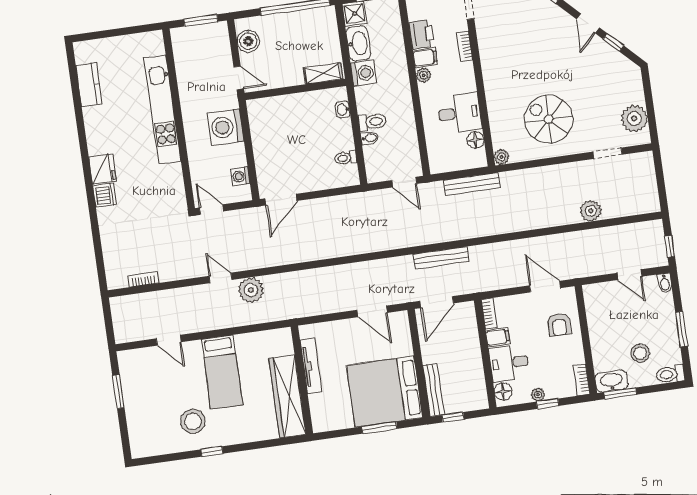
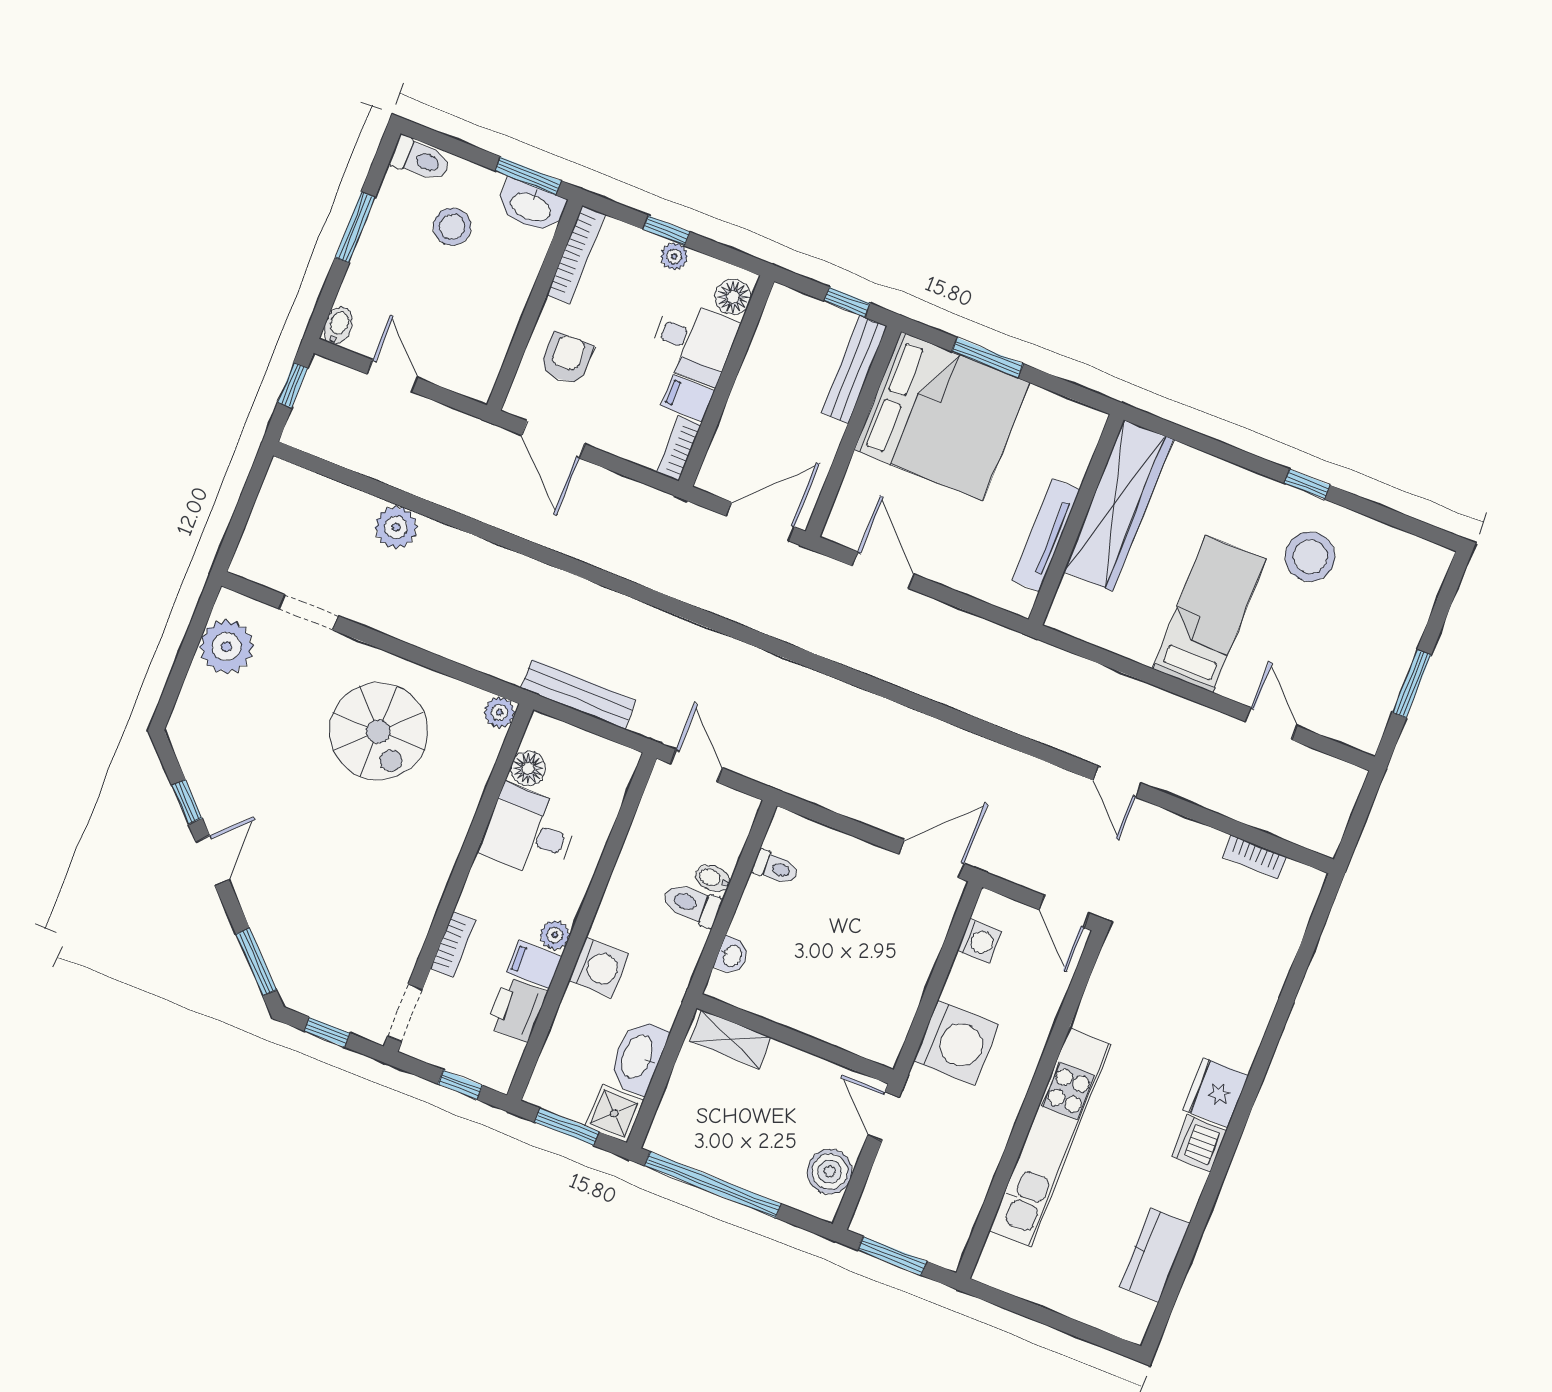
washing machine: (363, 73) -> (599, 967), moved, turned 180
dishwasher: (104, 195) -> (1199, 1144), moved
bench: (441, 258) -> (708, 595), removed
plant: (251, 290) -> (1076, 730), removed
bookcase: (582, 380) -> (576, 255), width x1.56

